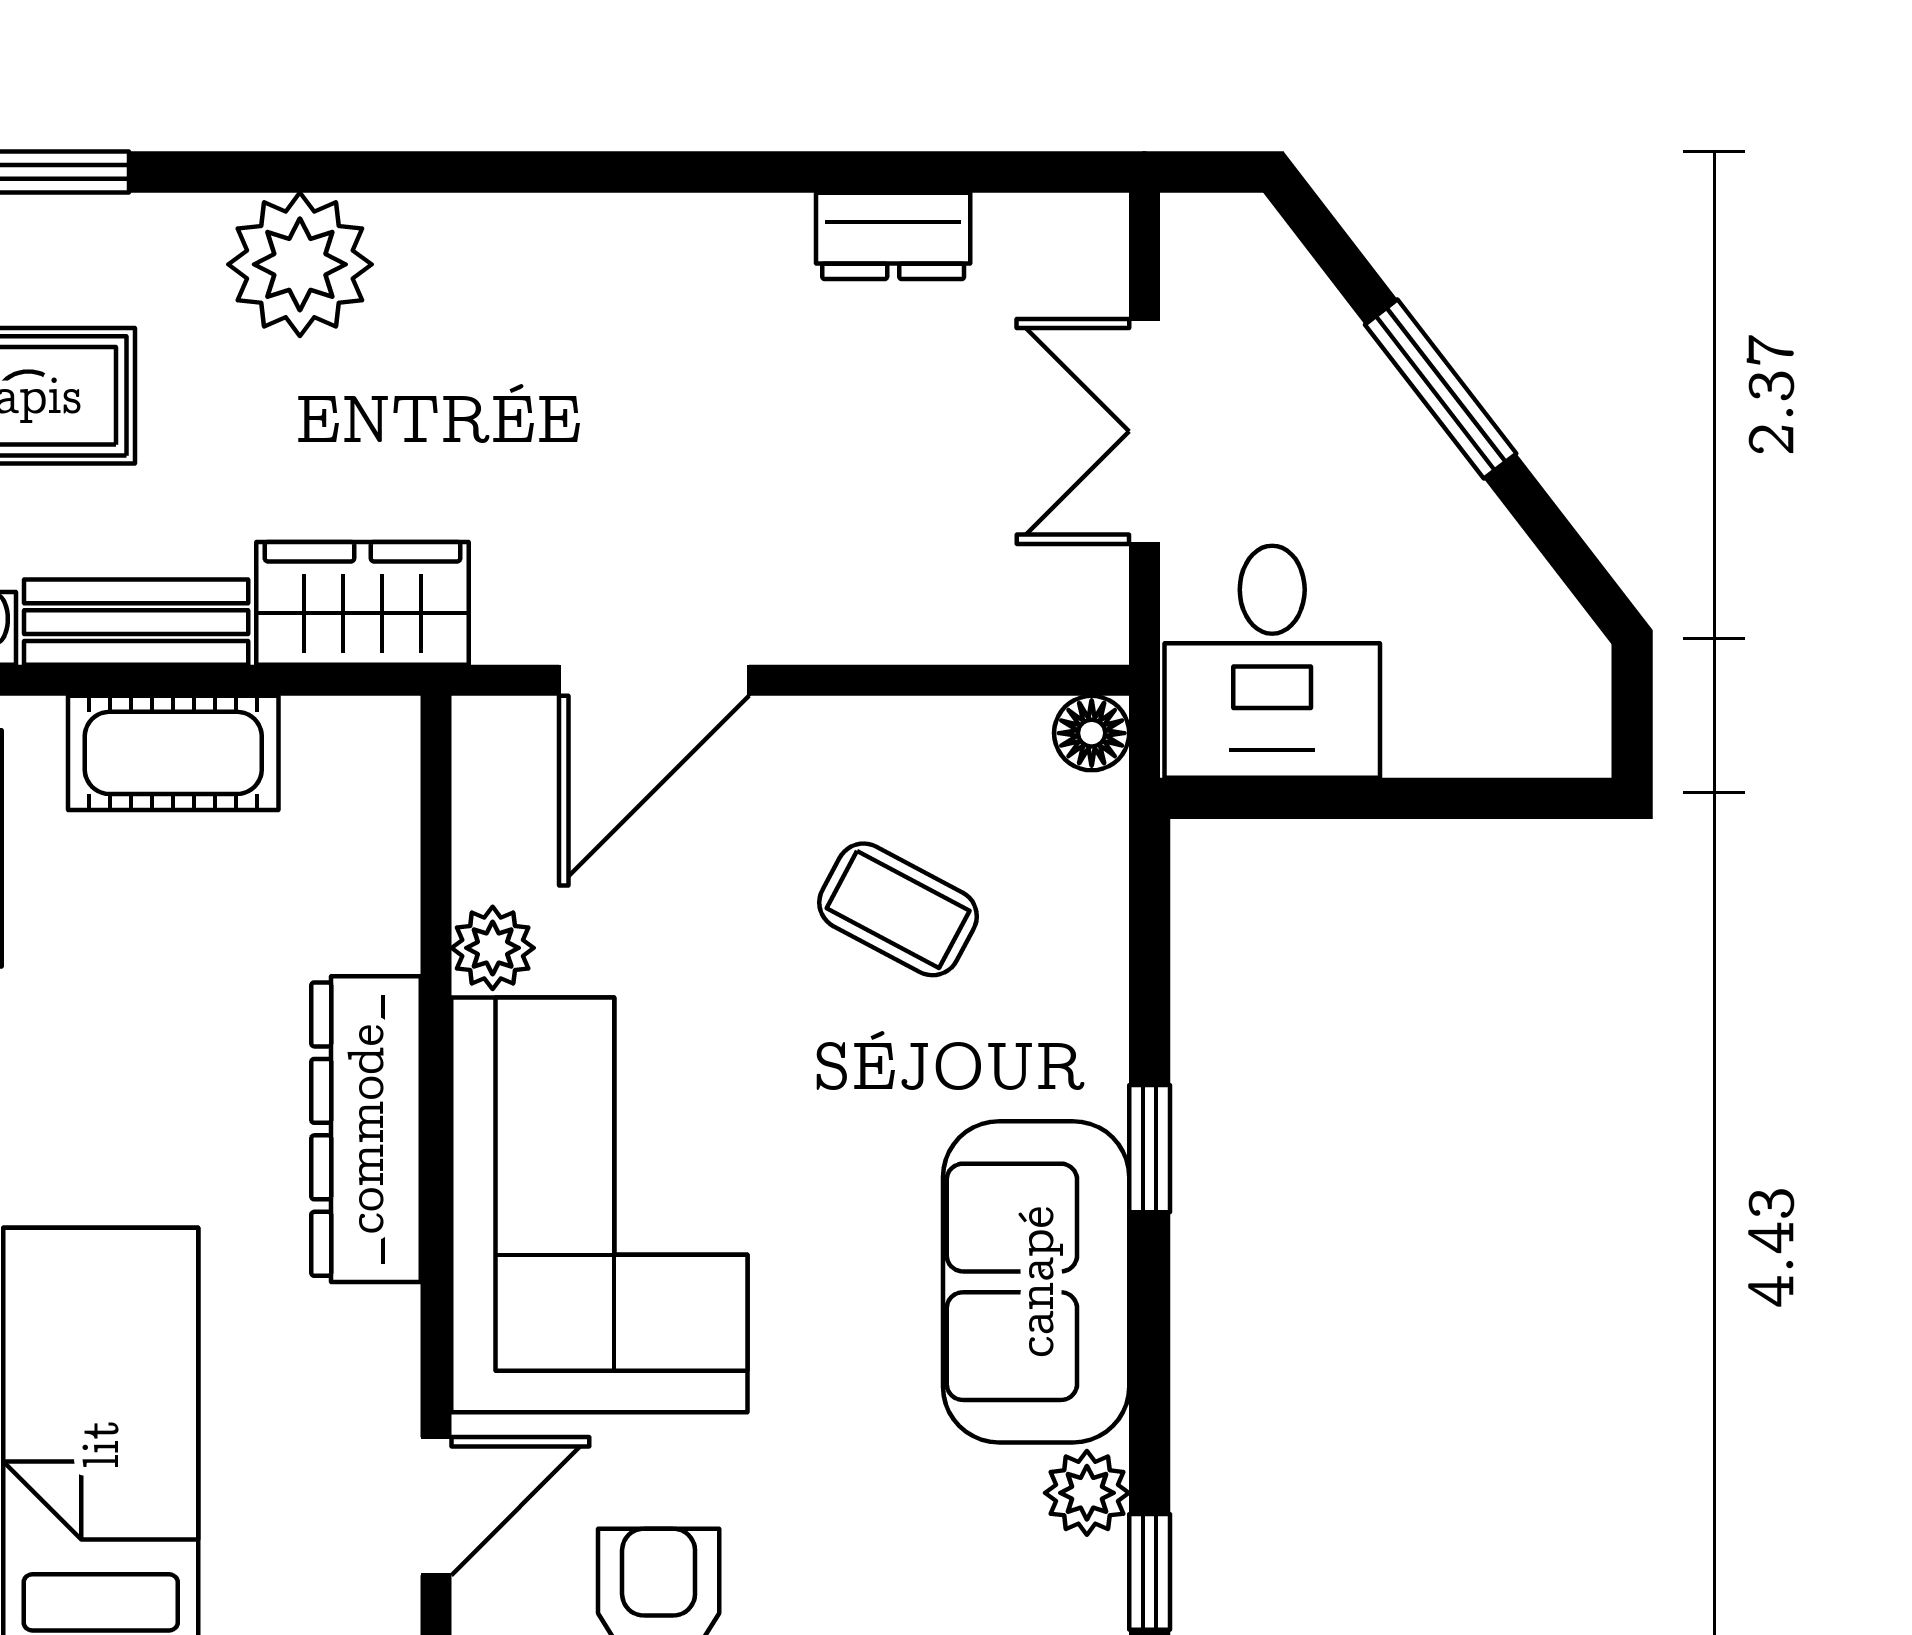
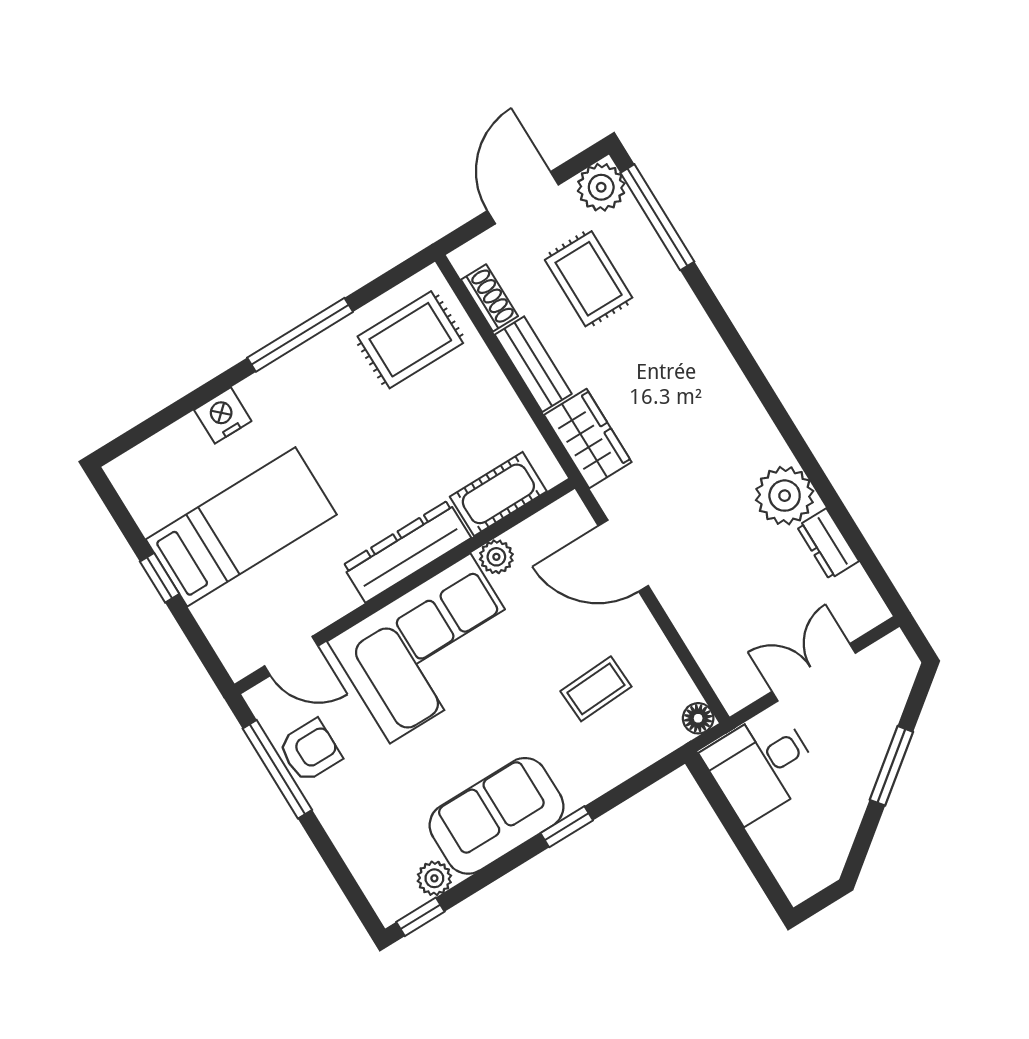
plant: (300, 264) -> (785, 496), moved
cot: (173, 753) -> (498, 494), moved, turned 90
coffee table: (898, 909) -> (596, 689), turned 59

